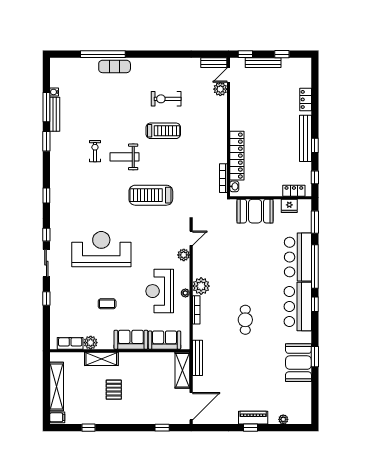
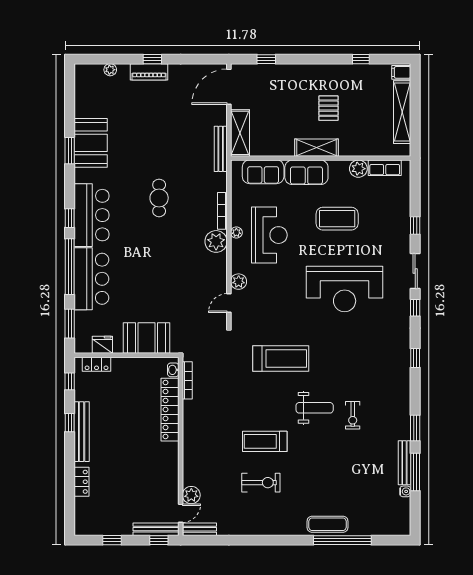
bench: (263, 63) -> (156, 529), moved
coffee table: (107, 304) -> (337, 219), width x1.86, depth x1.72
shelving: (101, 359) -> (316, 148), moved

